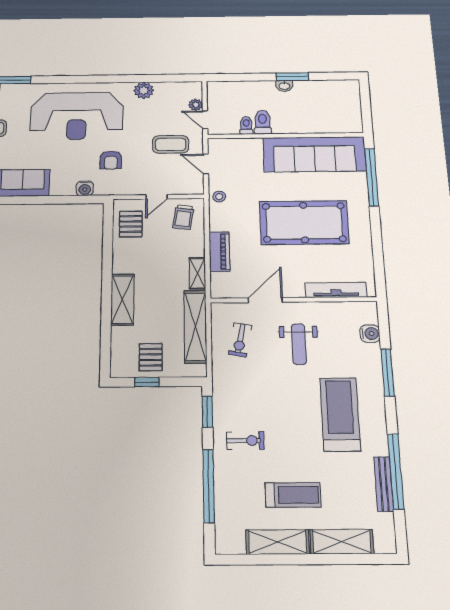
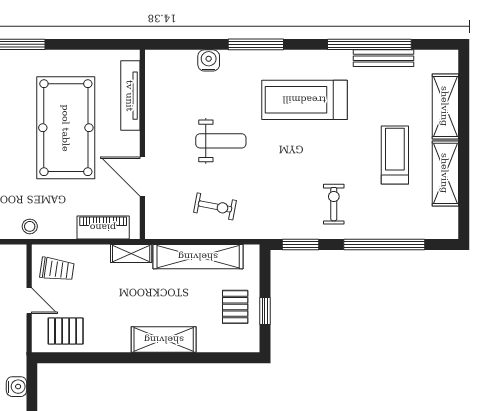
tv unit: (336, 290) -> (130, 96), moved
door: (265, 300) -> (142, 176), moved
wall: (293, 300) -> (142, 144), moved
pallet: (151, 357) -> (235, 307), turned 90

